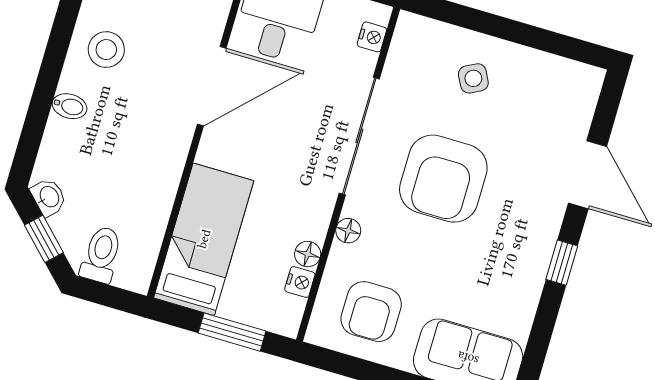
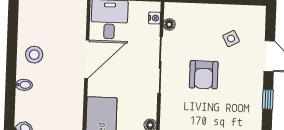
side table: (473, 78) -> (231, 39), moved
armchair: (443, 179) -> (204, 75), width x0.73, depth x0.73
floor lamp: (348, 231) -> (169, 24), moved

